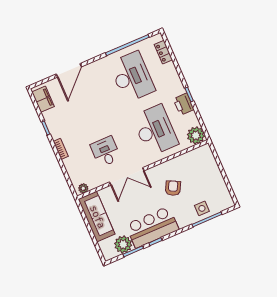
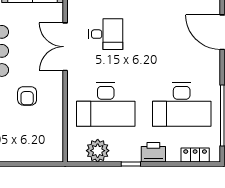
printer: (184, 104) -> (153, 152), moved
plant: (196, 135) -> (98, 151), moved
armchair: (173, 188) -> (27, 96), turned 63

